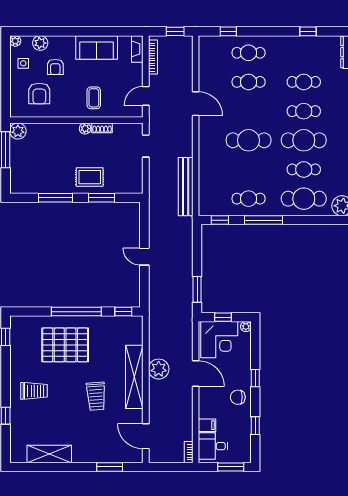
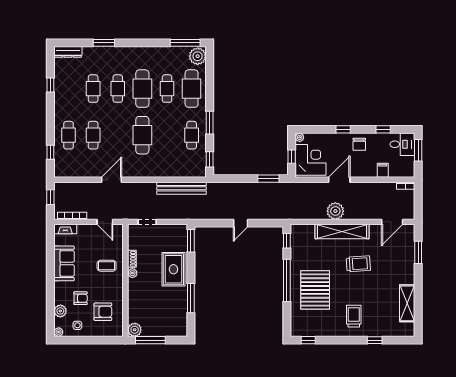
rug: (90, 177) -> (173, 269), width x1.36, depth x1.43
window: (101, 198) -> (191, 241), moved
window: (264, 220) -> (210, 123), width x0.69
desk: (213, 446) -> (402, 144), moved, turned -90

